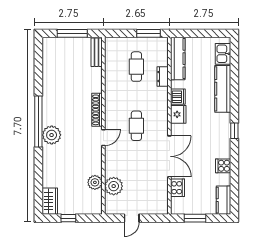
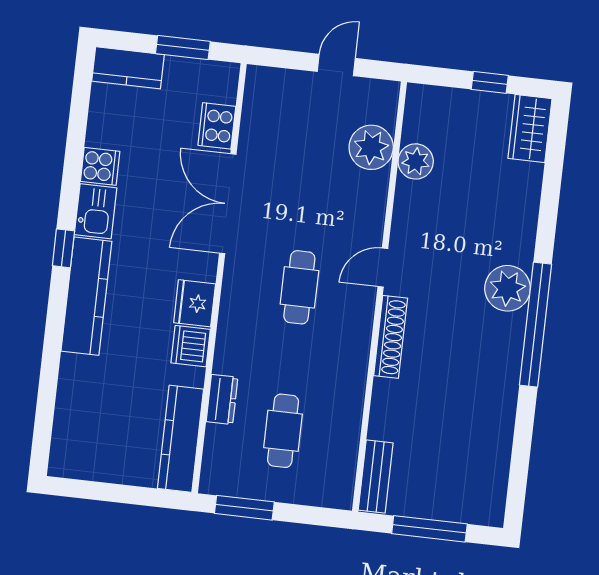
kitchen sink: (223, 54) -> (96, 211), moved
kitchen counter: (223, 89) -> (86, 296), moved
kitchen counter: (223, 200) -> (128, 68), moved, turned 90

